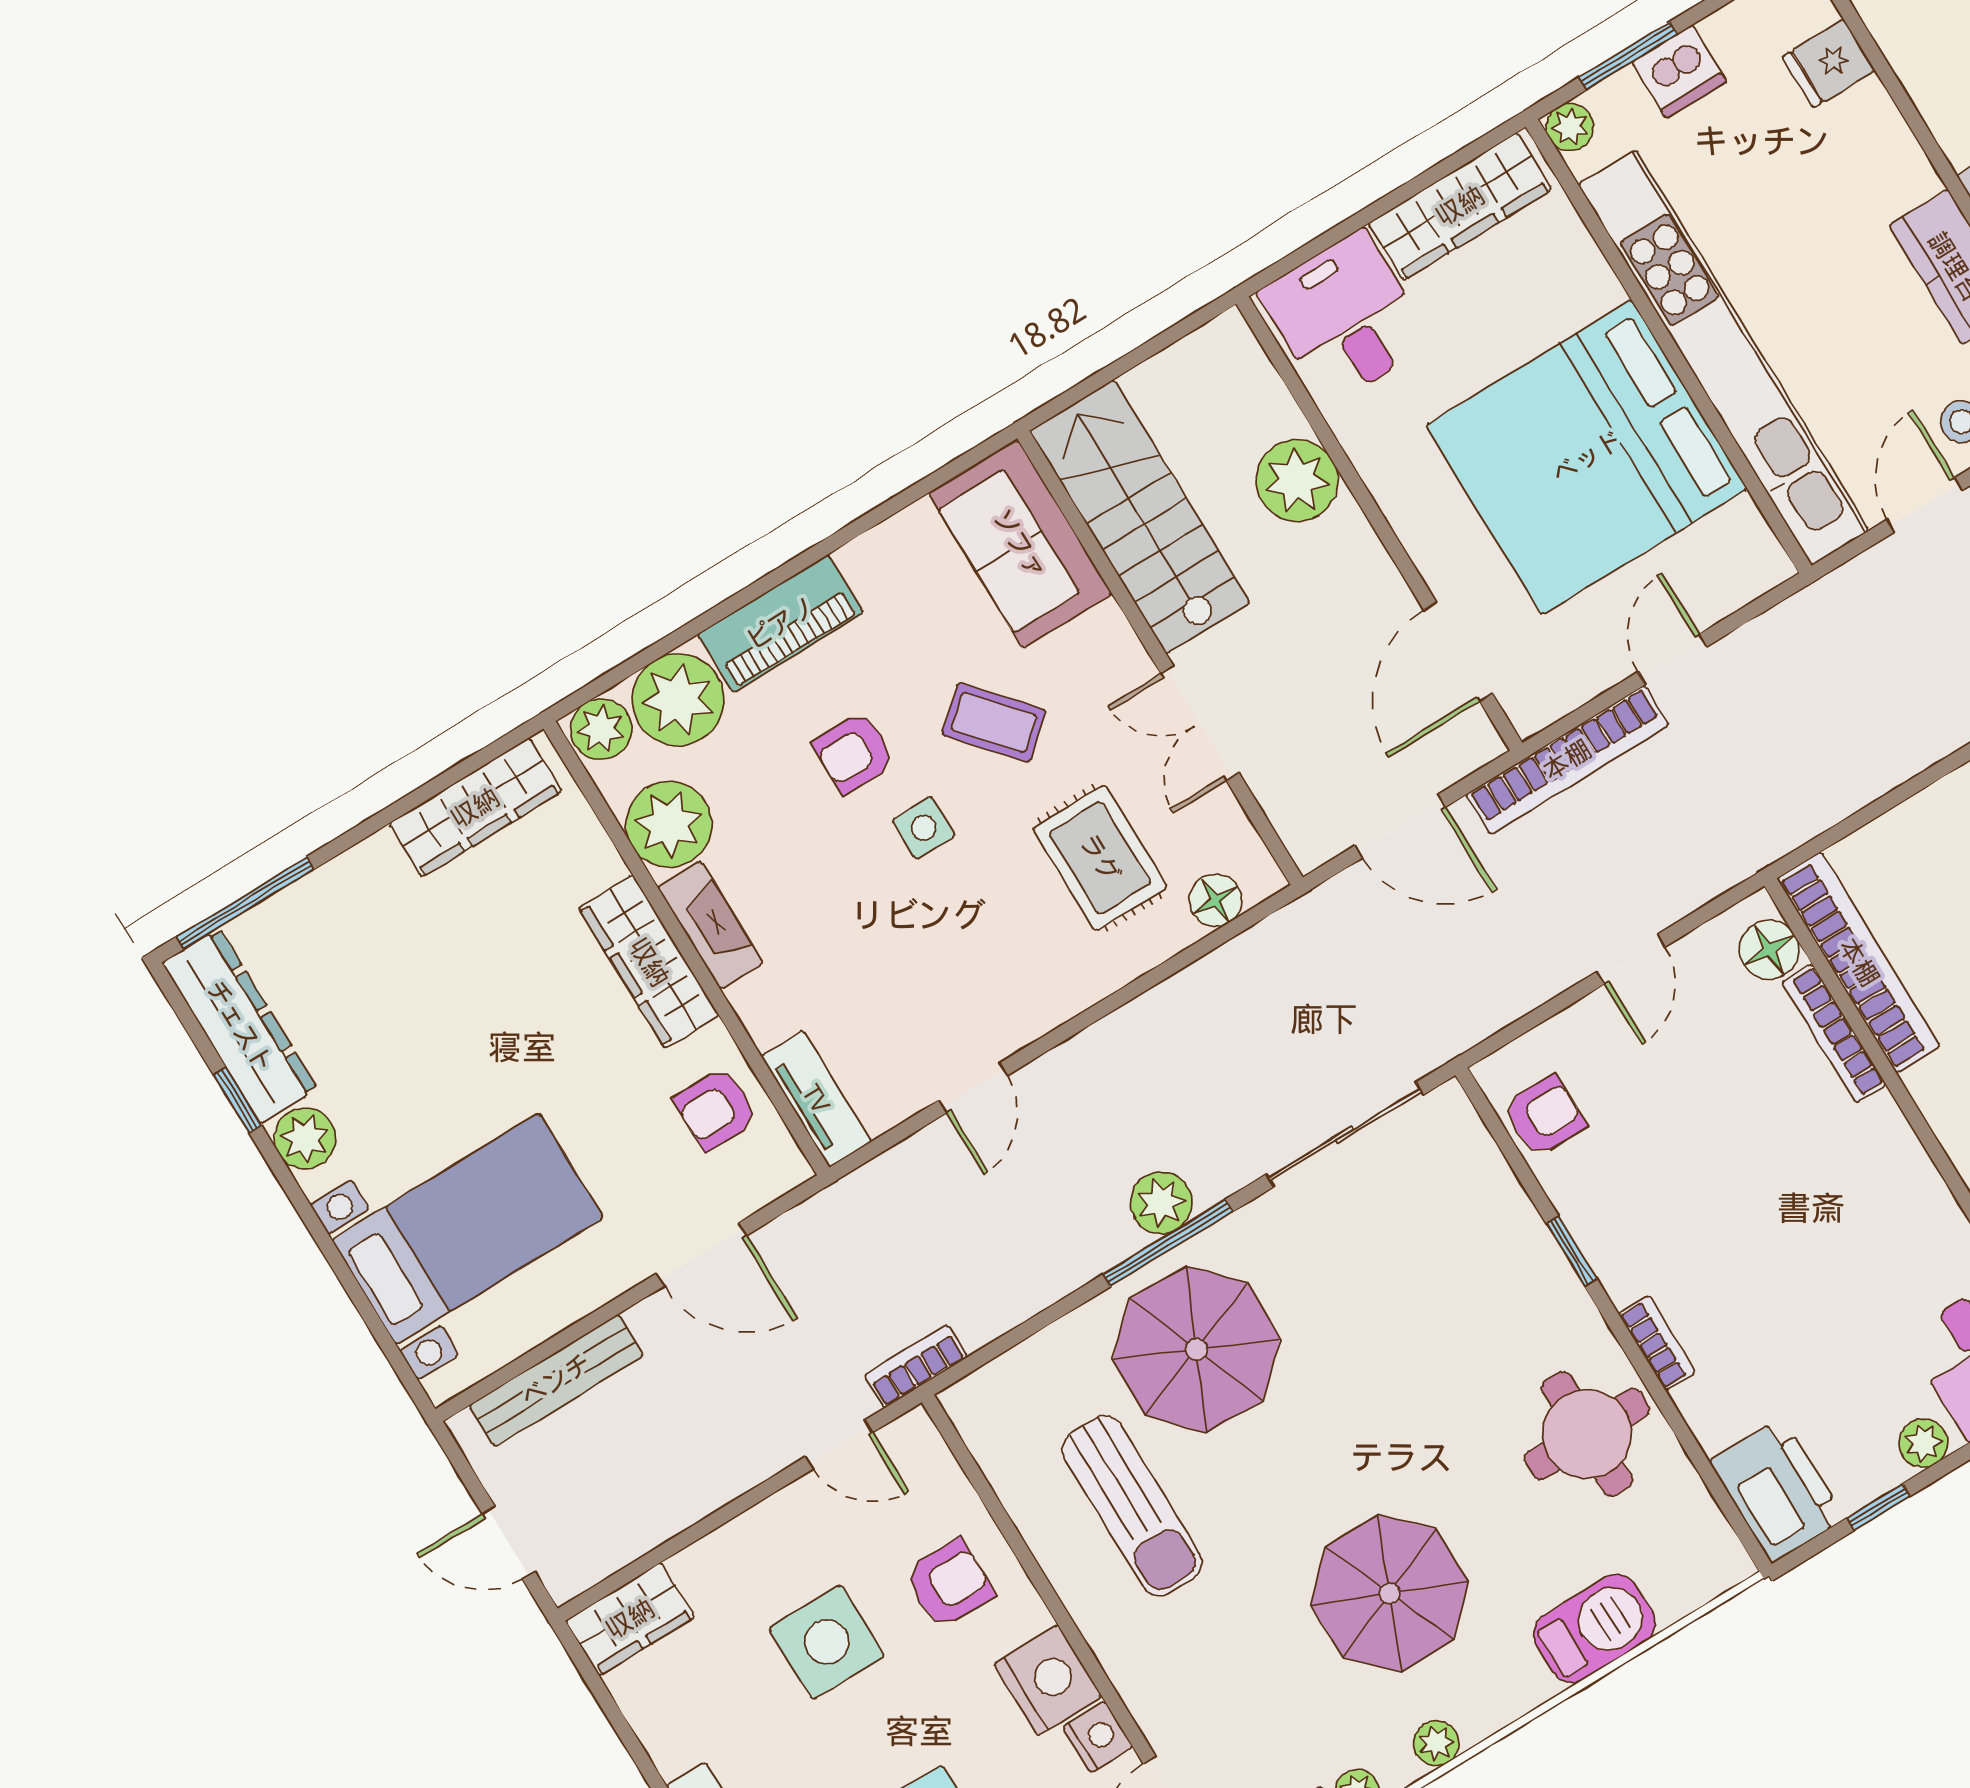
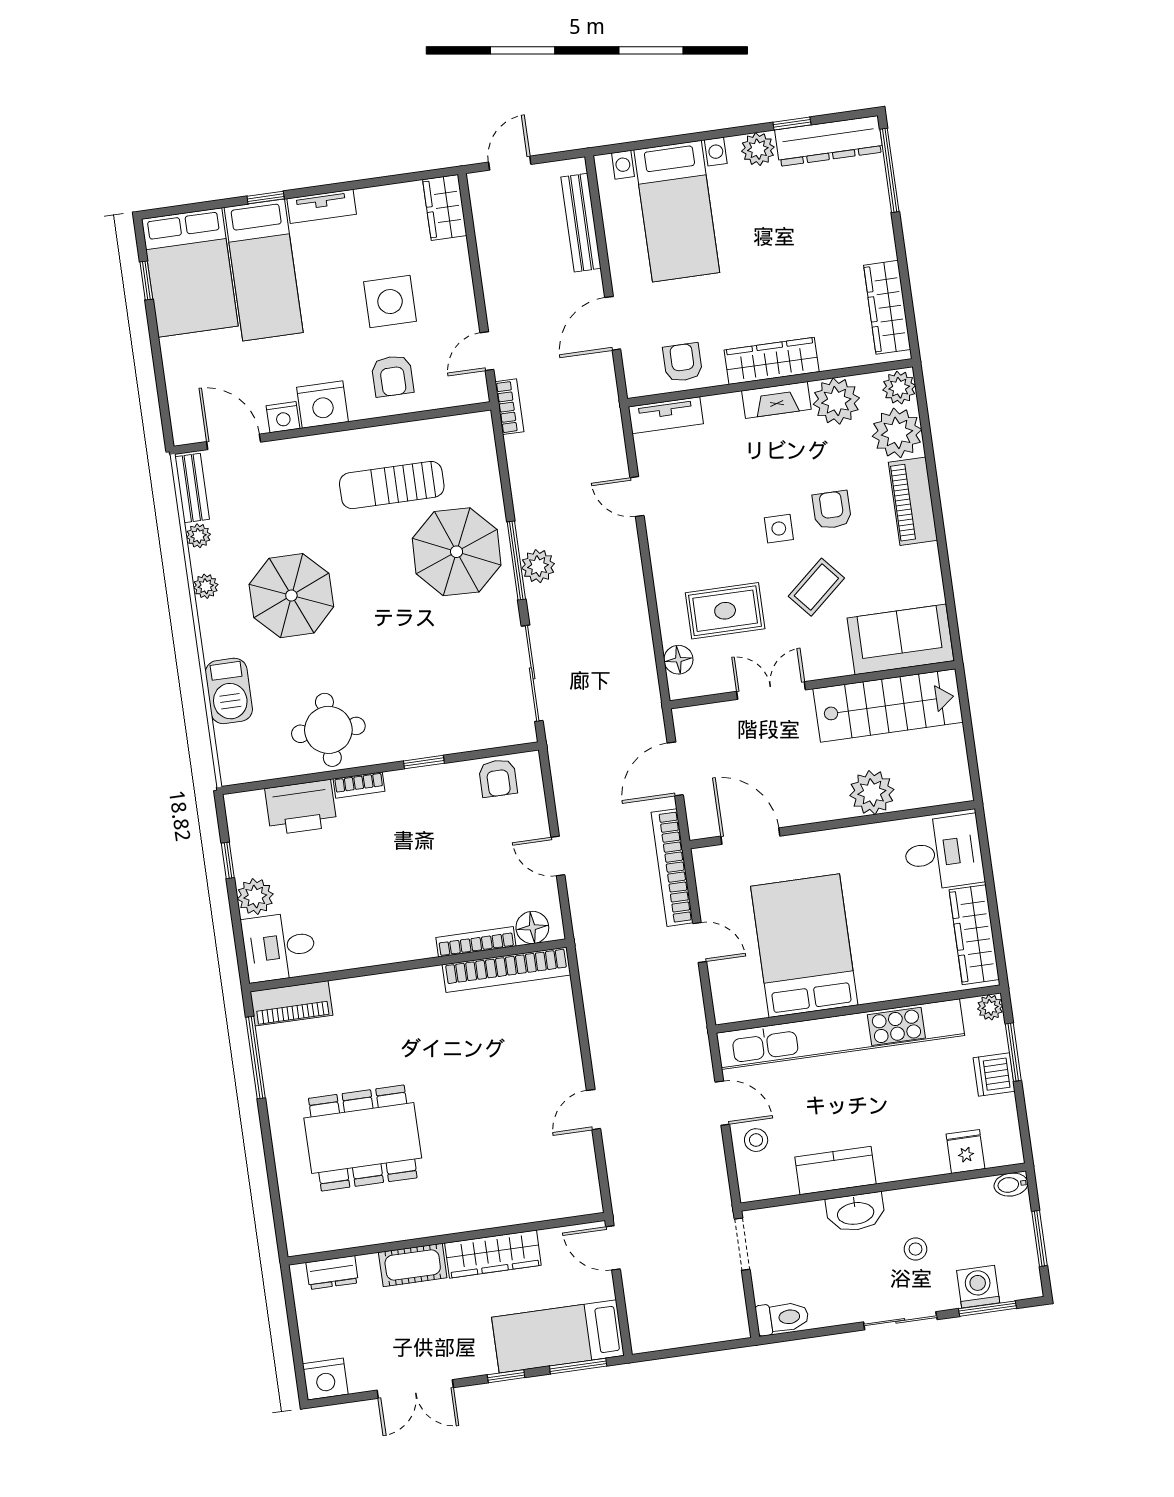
bed: (1587, 457) -> (804, 946), width x0.73
plant: (1923, 1443) -> (255, 897), width x1.38, depth x1.38
printer: (1777, 1490) -> (301, 807), moved

